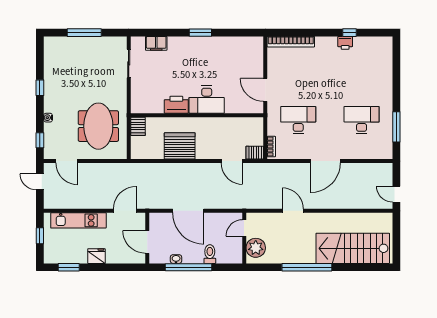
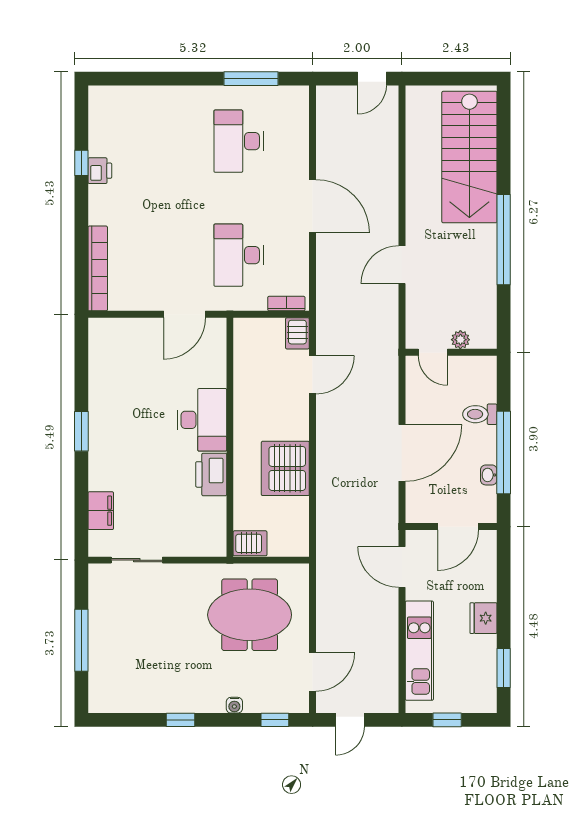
plant: (256, 248) -> (460, 340), width x0.53, depth x0.53

